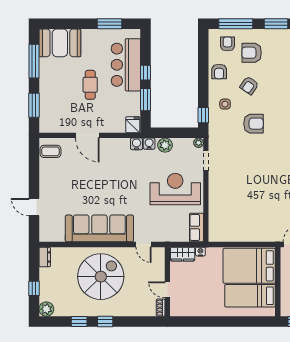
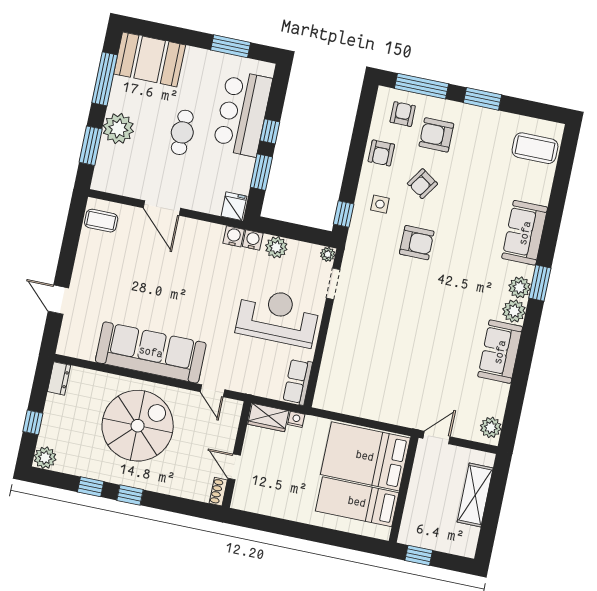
plant: (49, 91) -> (118, 128), added

